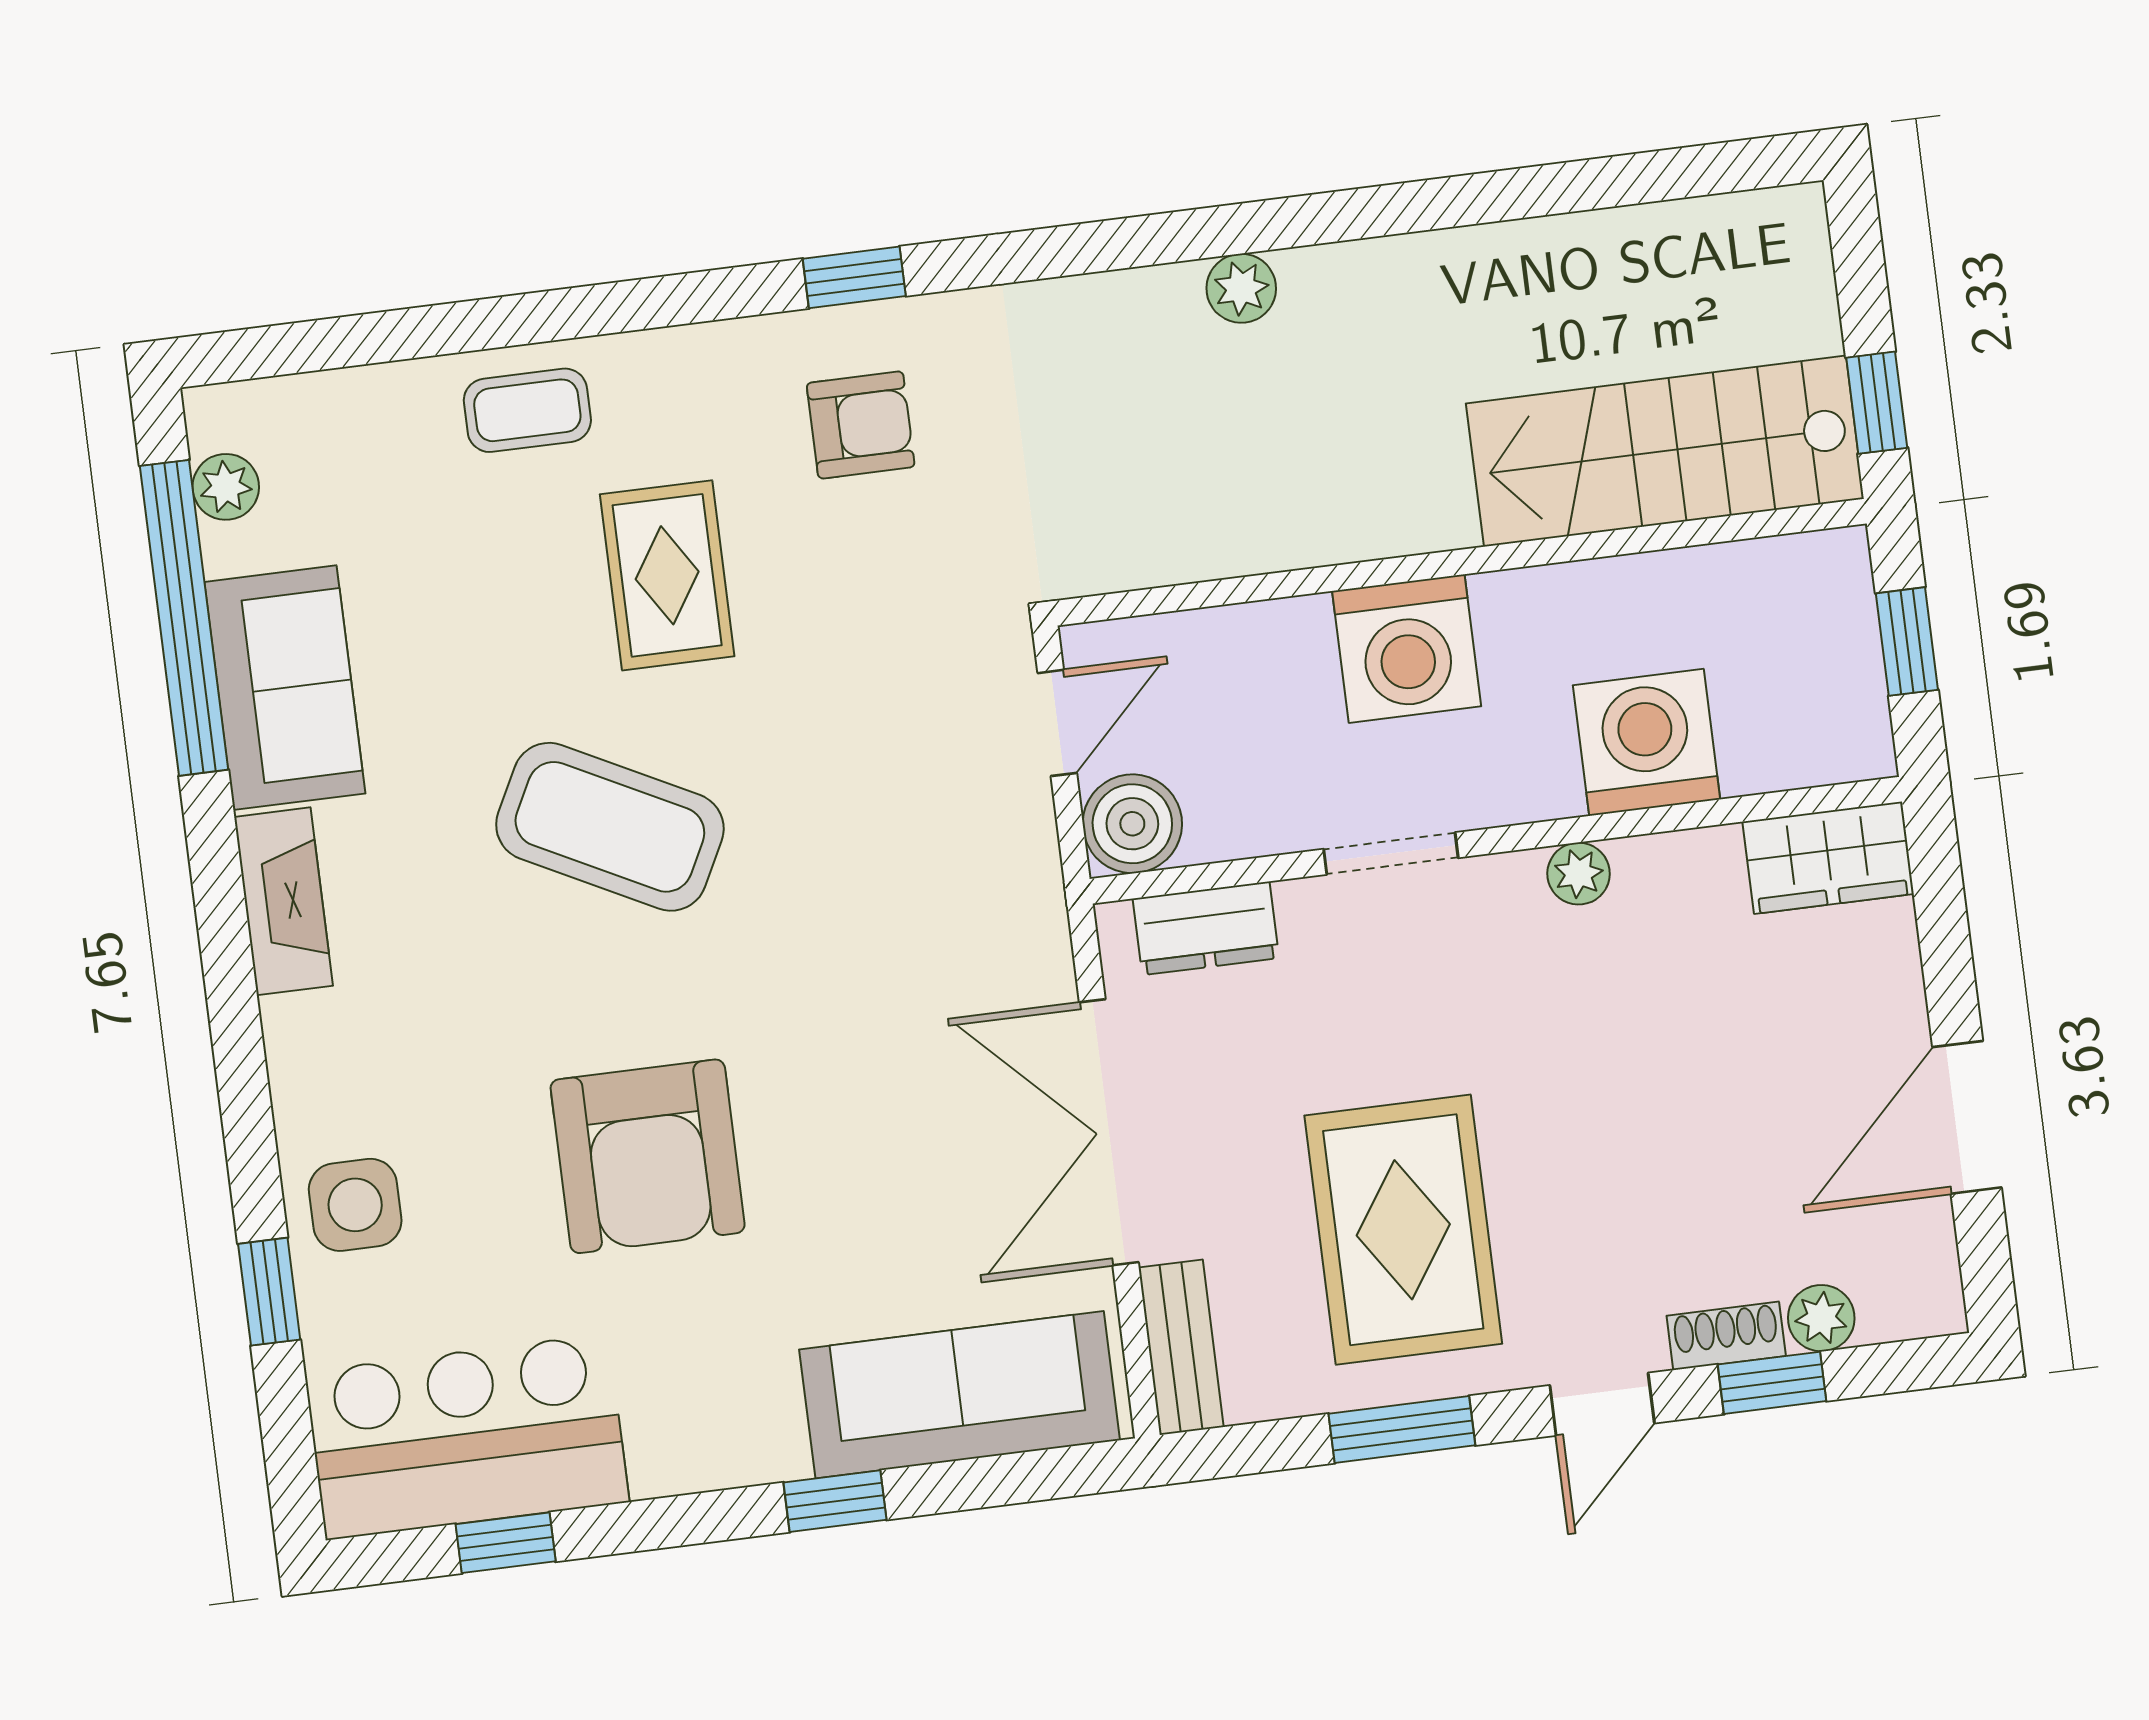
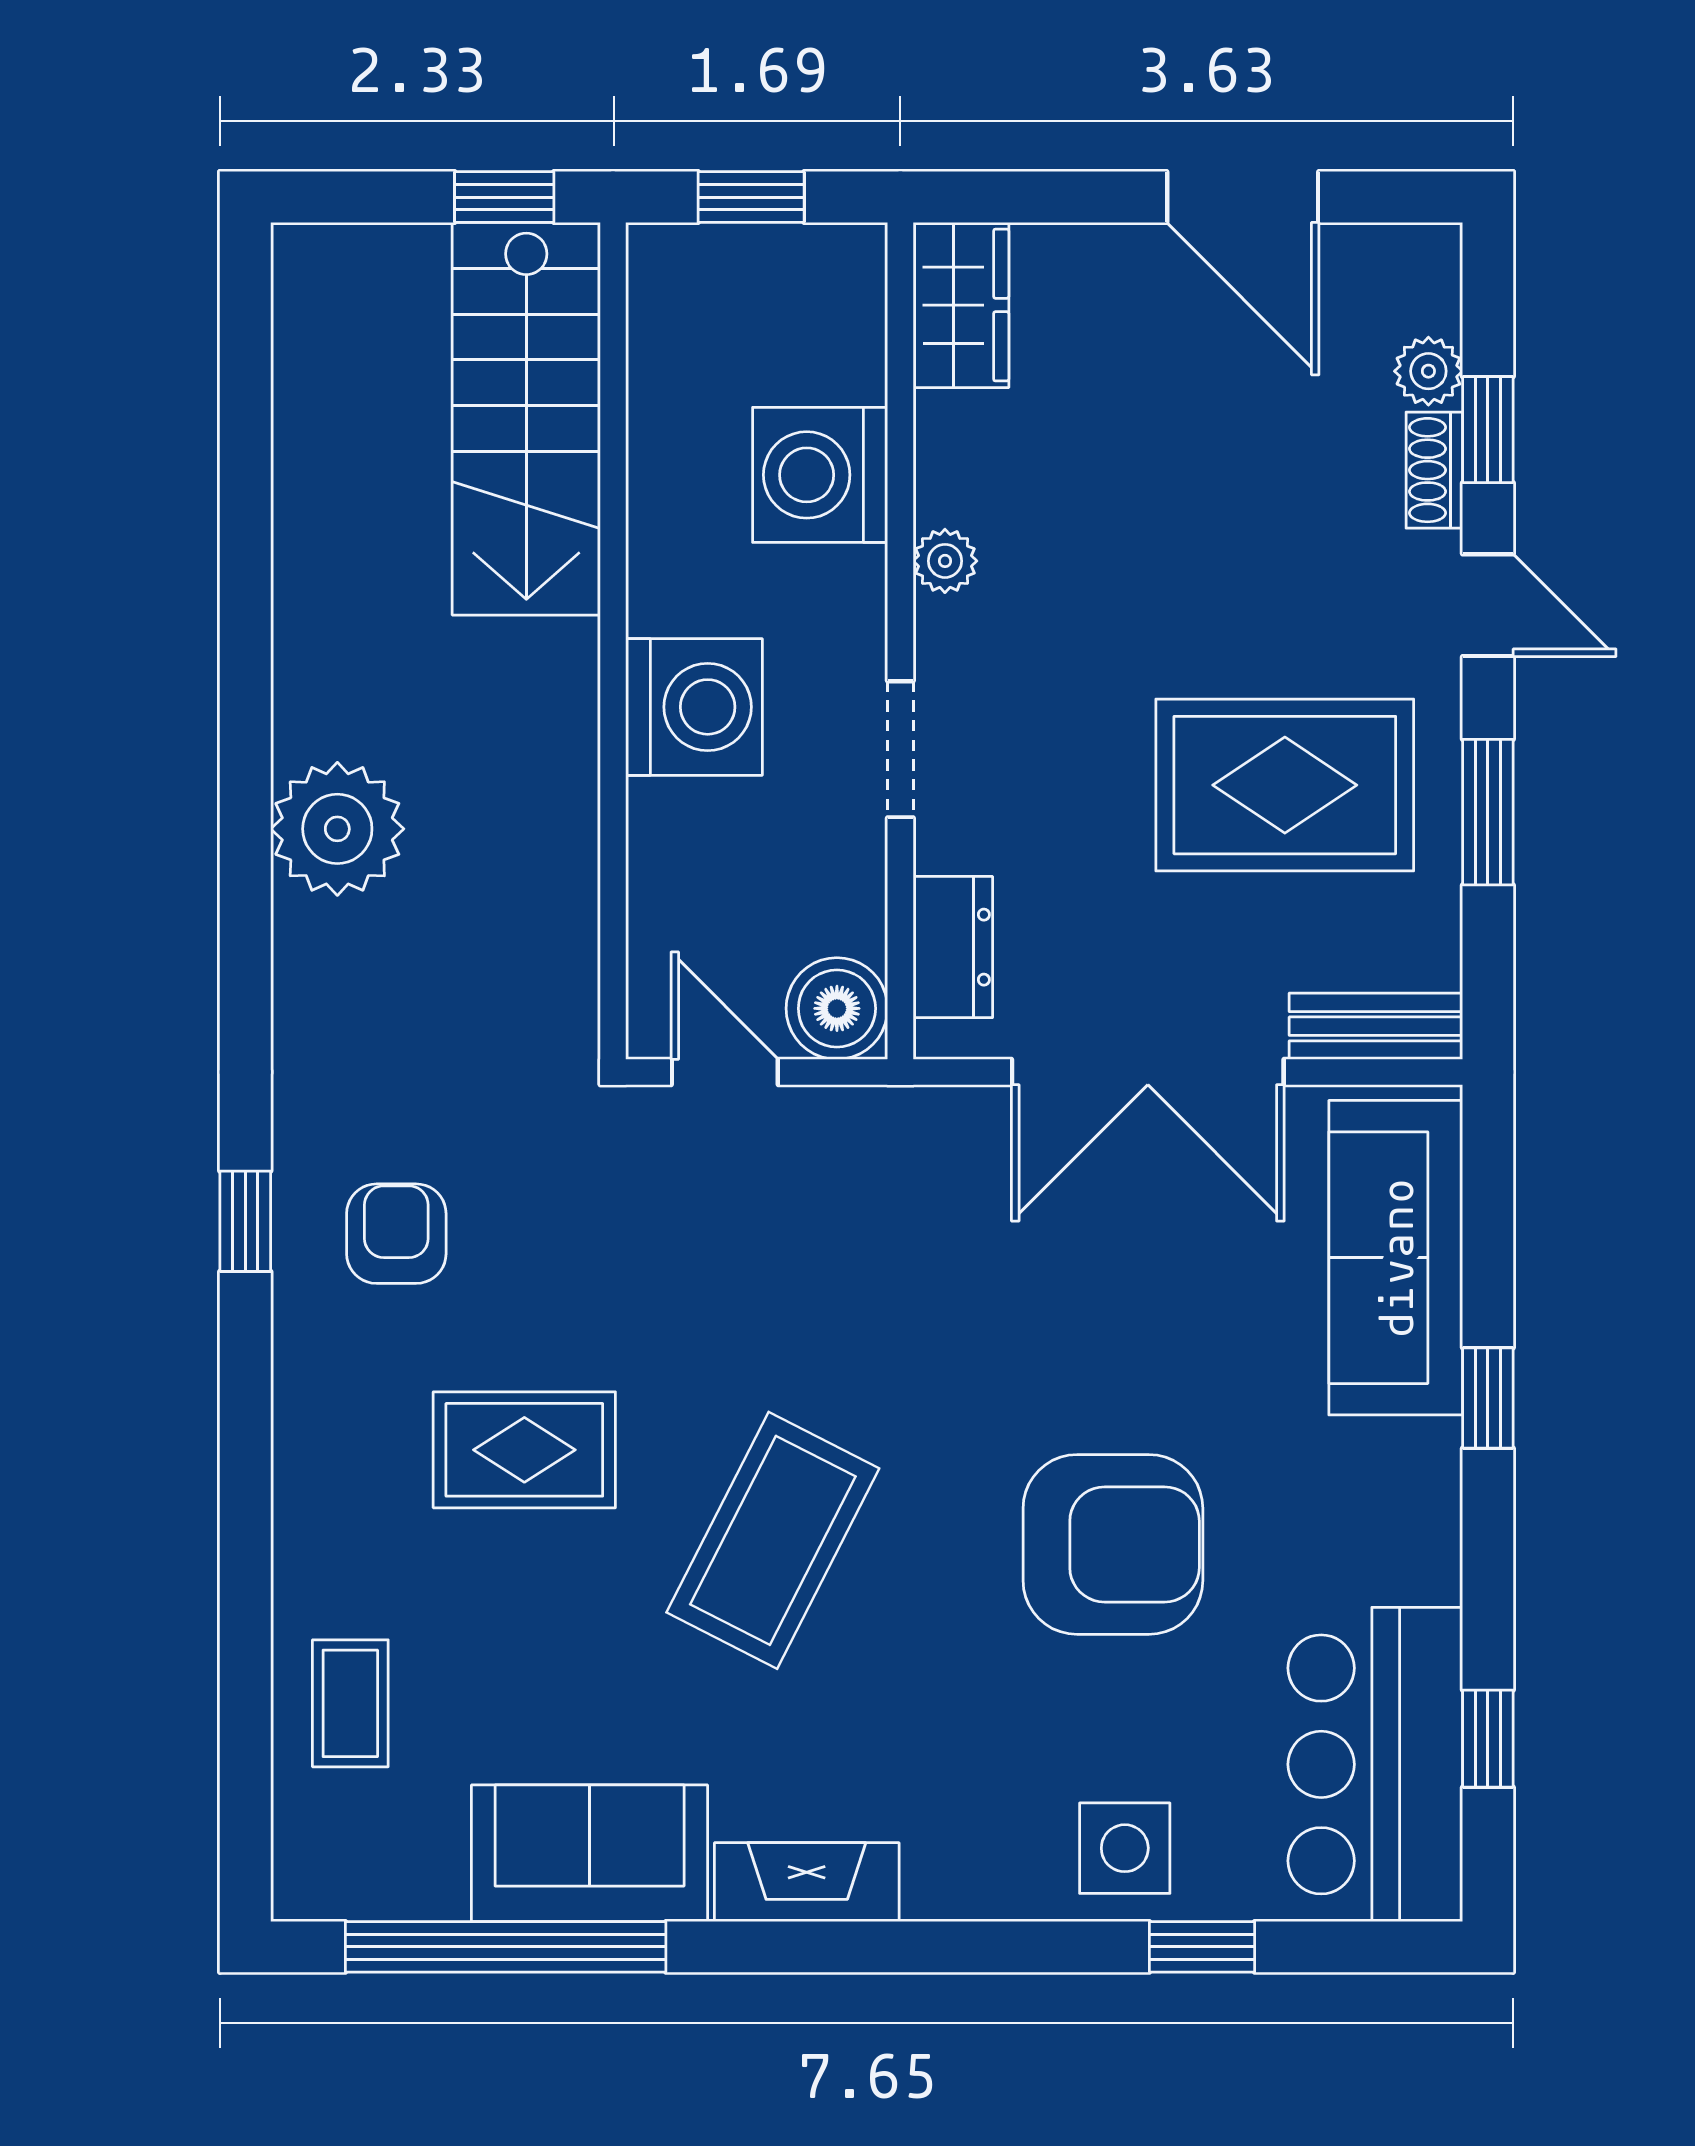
plant: (1241, 288) -> (337, 829), width x1.88, depth x1.88
coffee table: (527, 410) -> (350, 1703), moved
plant: (226, 487) -> (378, 1888), removed

